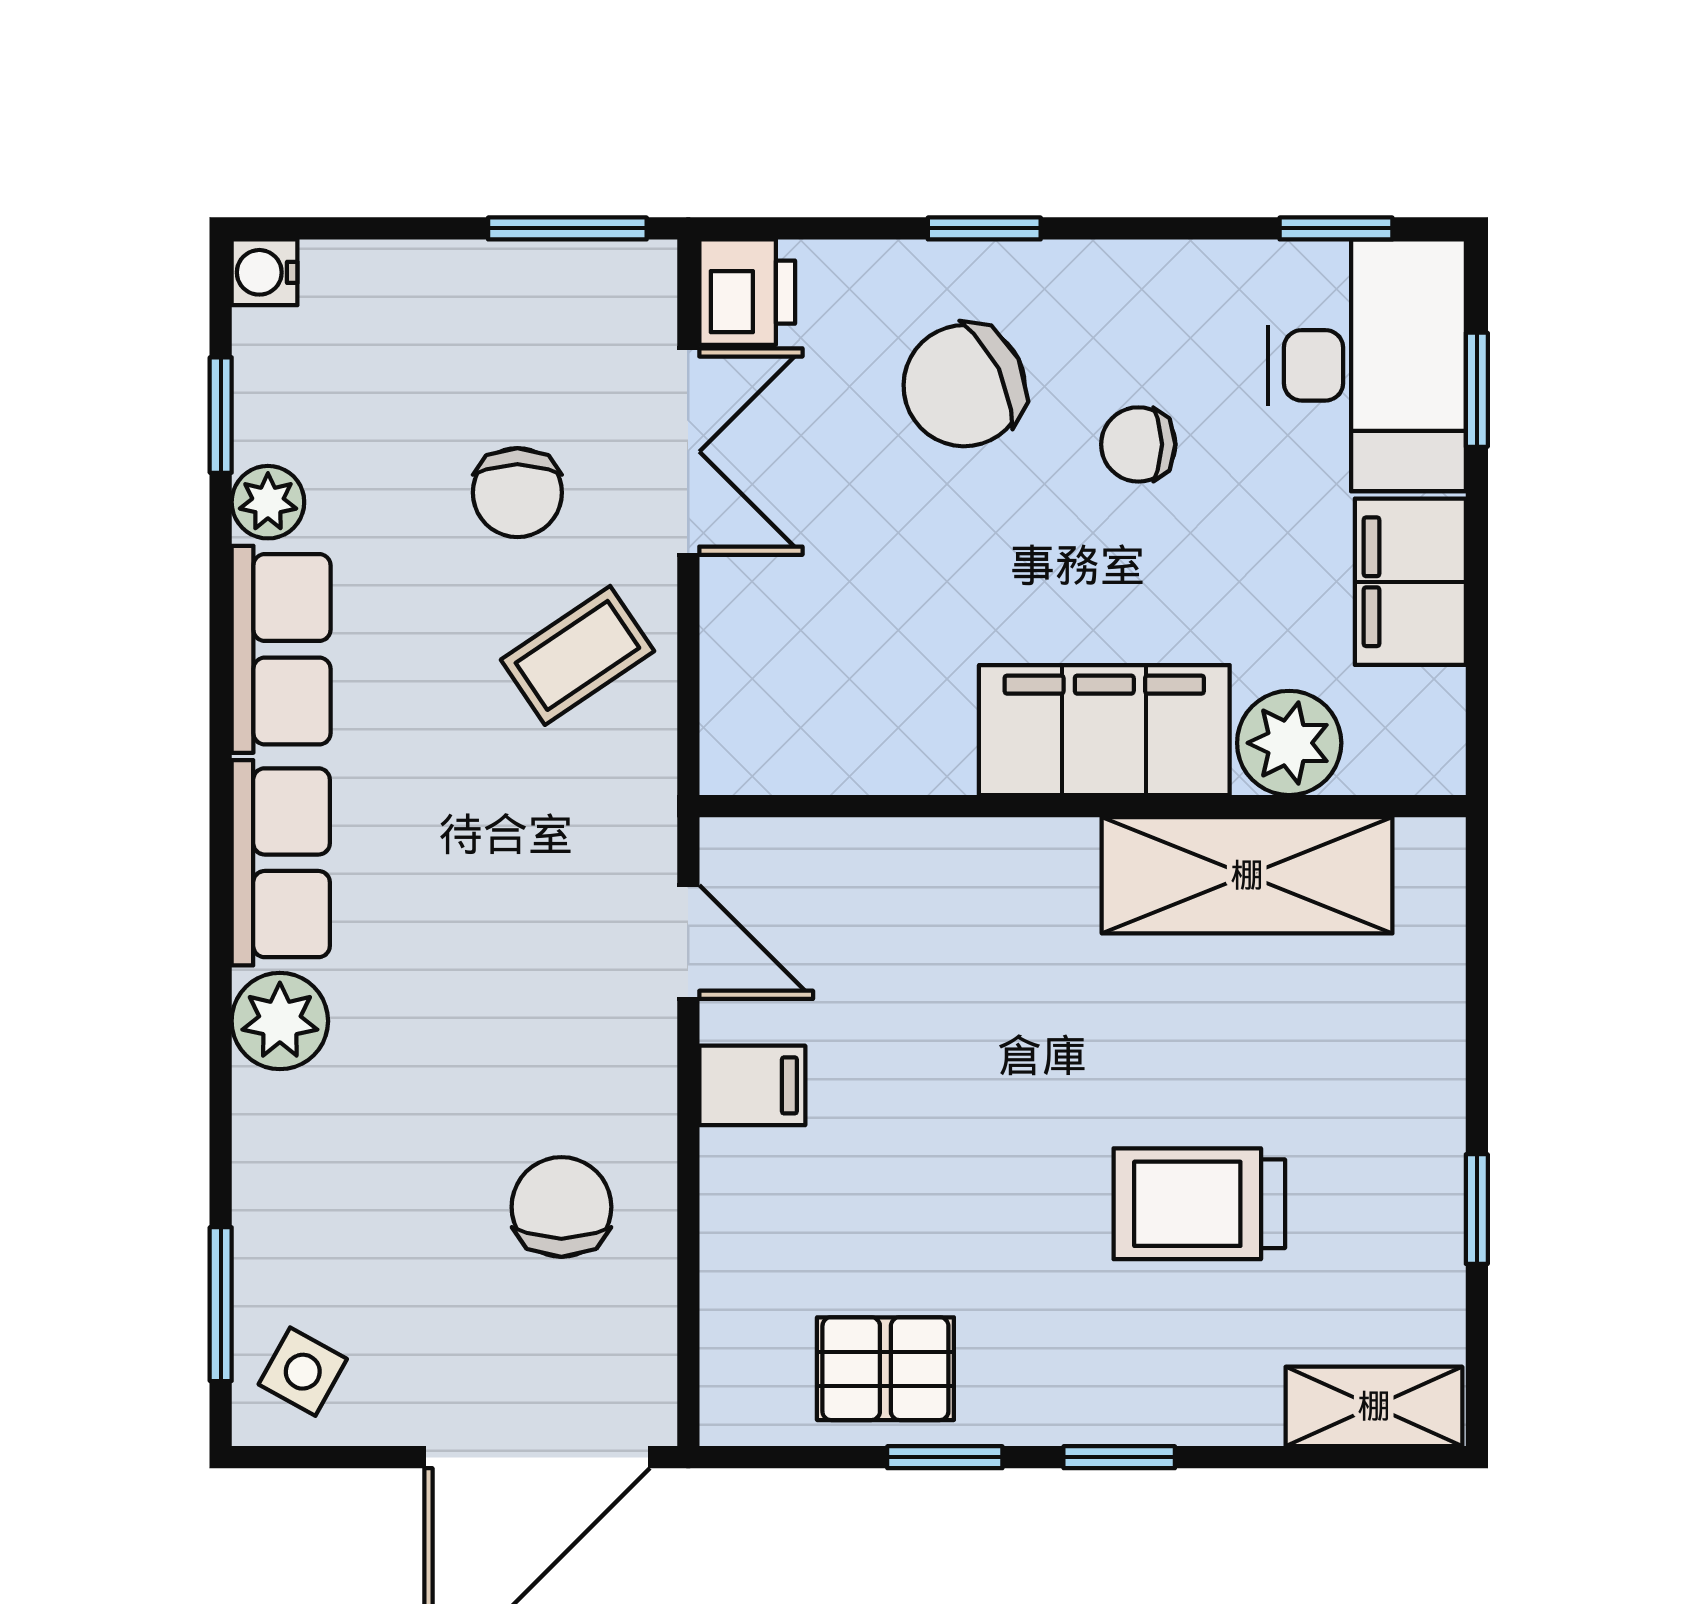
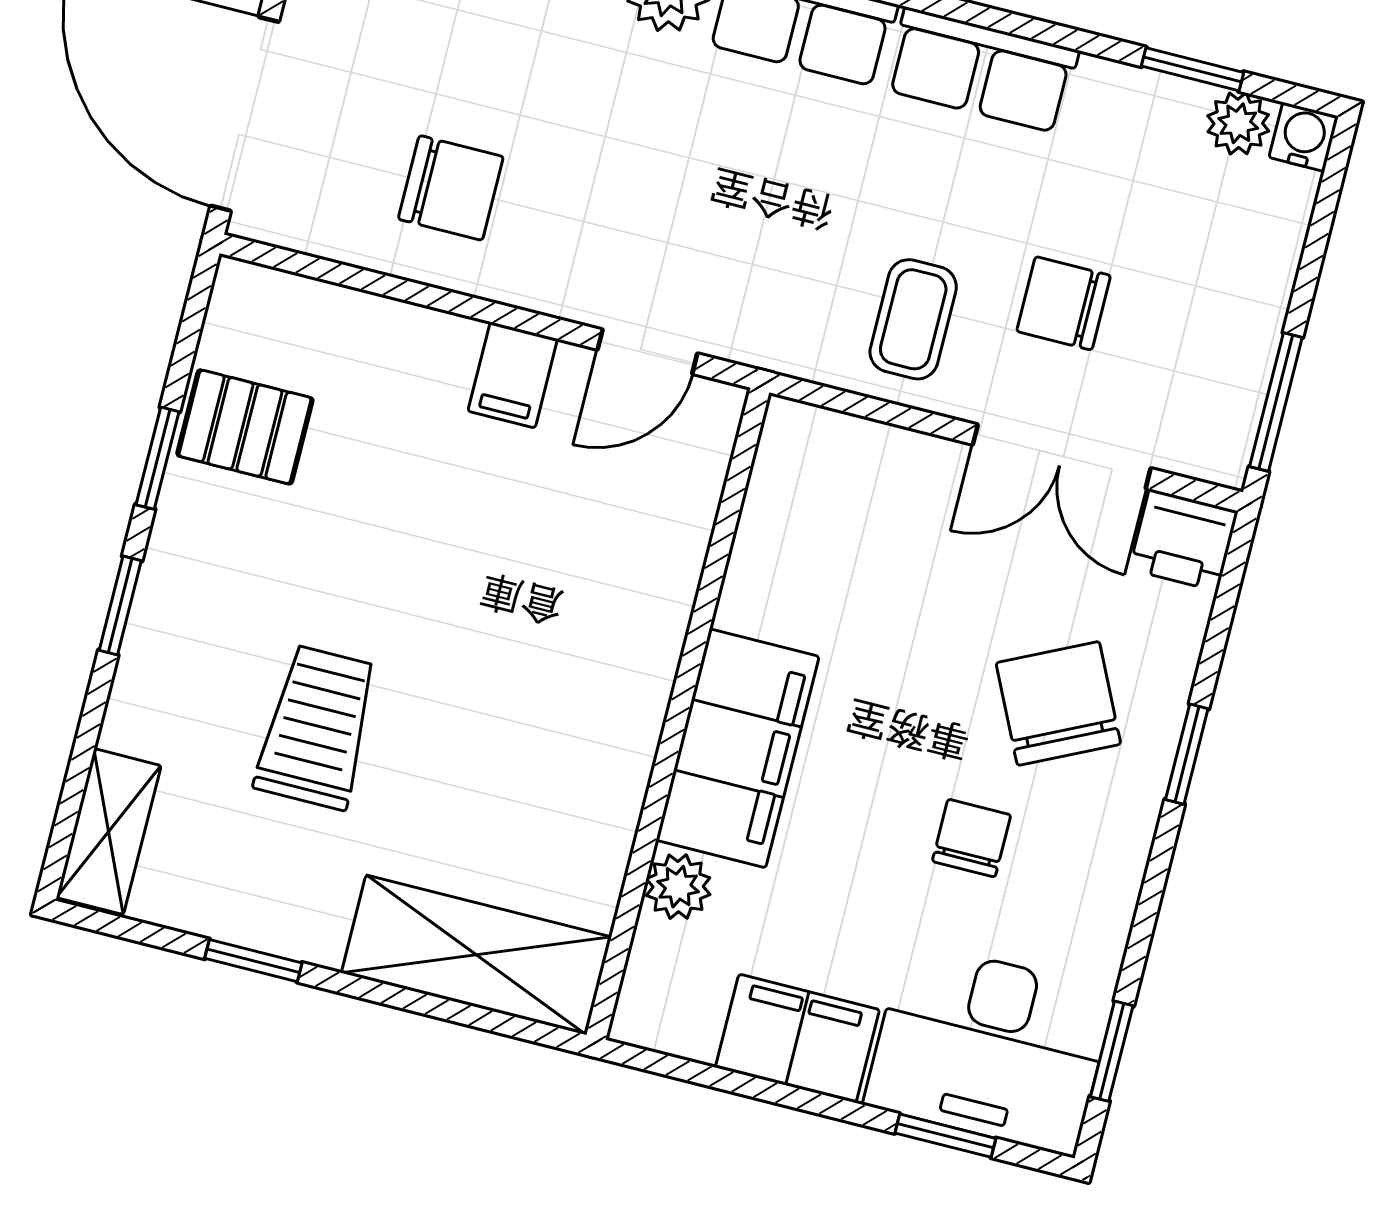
plant: (268, 502) -> (1238, 123), moved
coffee table: (577, 655) -> (913, 319), turned 34
plant: (1289, 743) -> (678, 887), width x0.73, depth x0.73
shelving: (1247, 875) -> (476, 955), moved, turned 90
pallet: (885, 1369) -> (245, 427), turned 90

